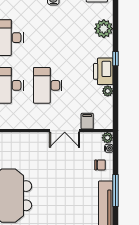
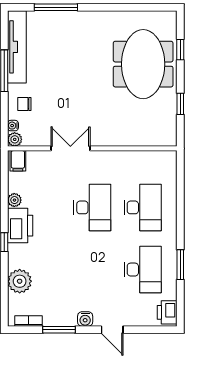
filing cabinet: (87, 121) -> (18, 161), moved

